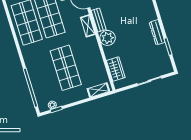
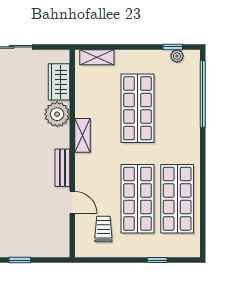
shelving: (88, 26) -> (82, 135), moved
plant: (108, 38) -> (57, 114), moved

